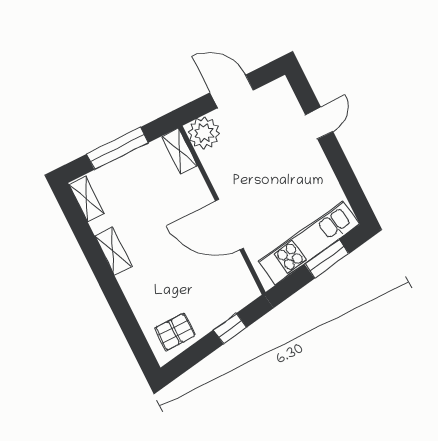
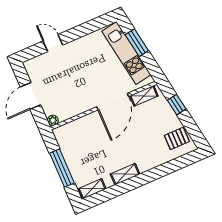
plant: (204, 133) -> (53, 120), width x0.53, depth x0.53
shelving: (179, 151) -> (144, 96), moved
pallet: (175, 332) -> (177, 138), turned 90

